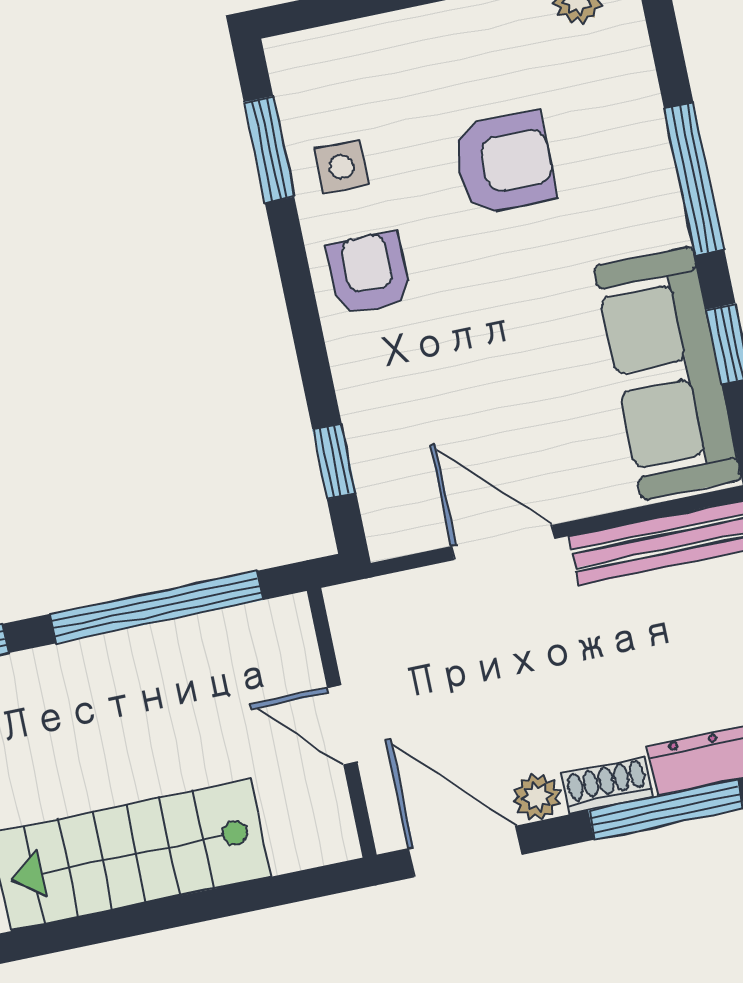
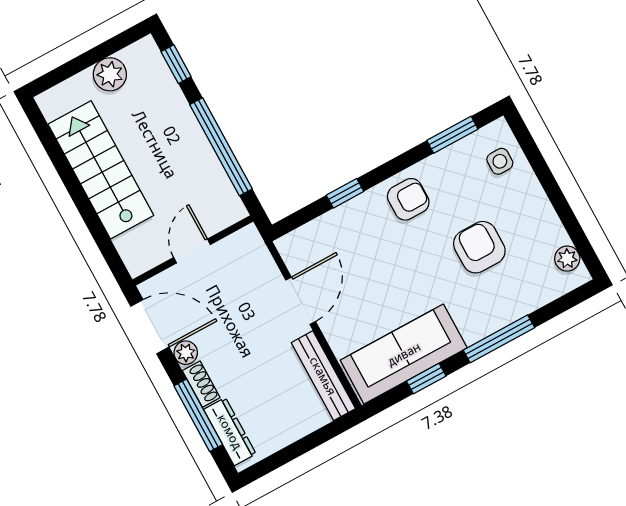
armchair: (504, 163) -> (479, 247), turned 180
side table: (341, 167) -> (500, 161), moved
window: (334, 461) -> (345, 193), moved
door: (465, 851) -> (150, 327), hinge flipped

